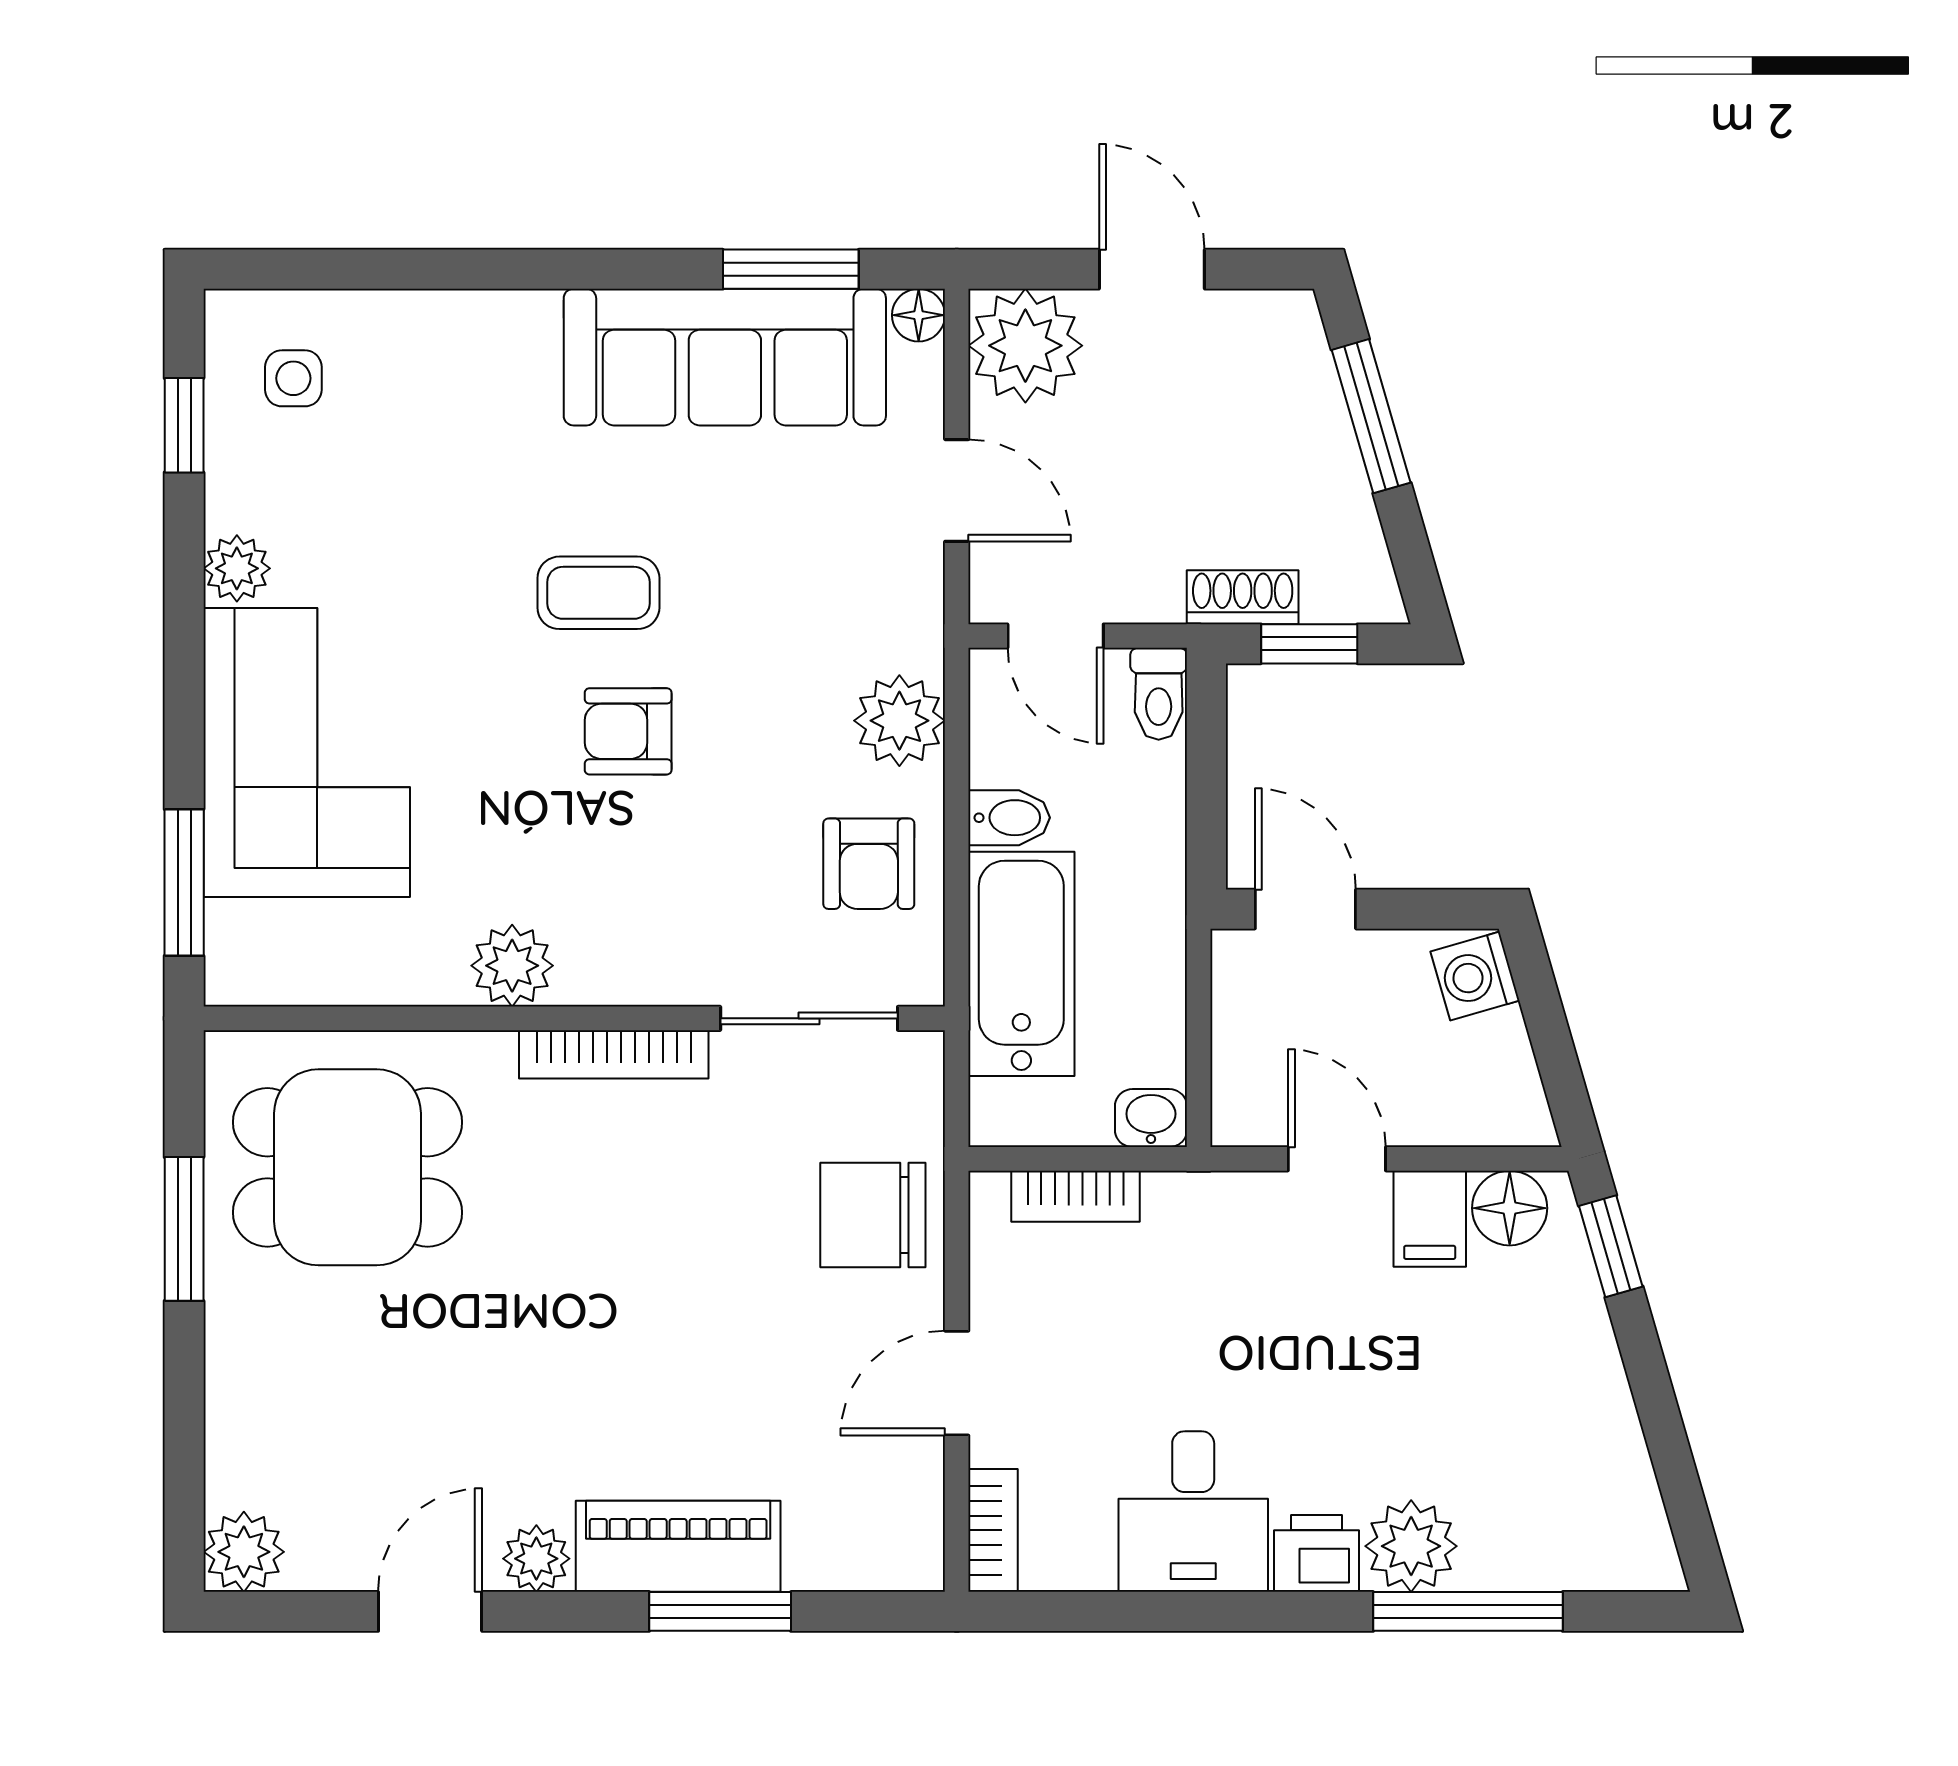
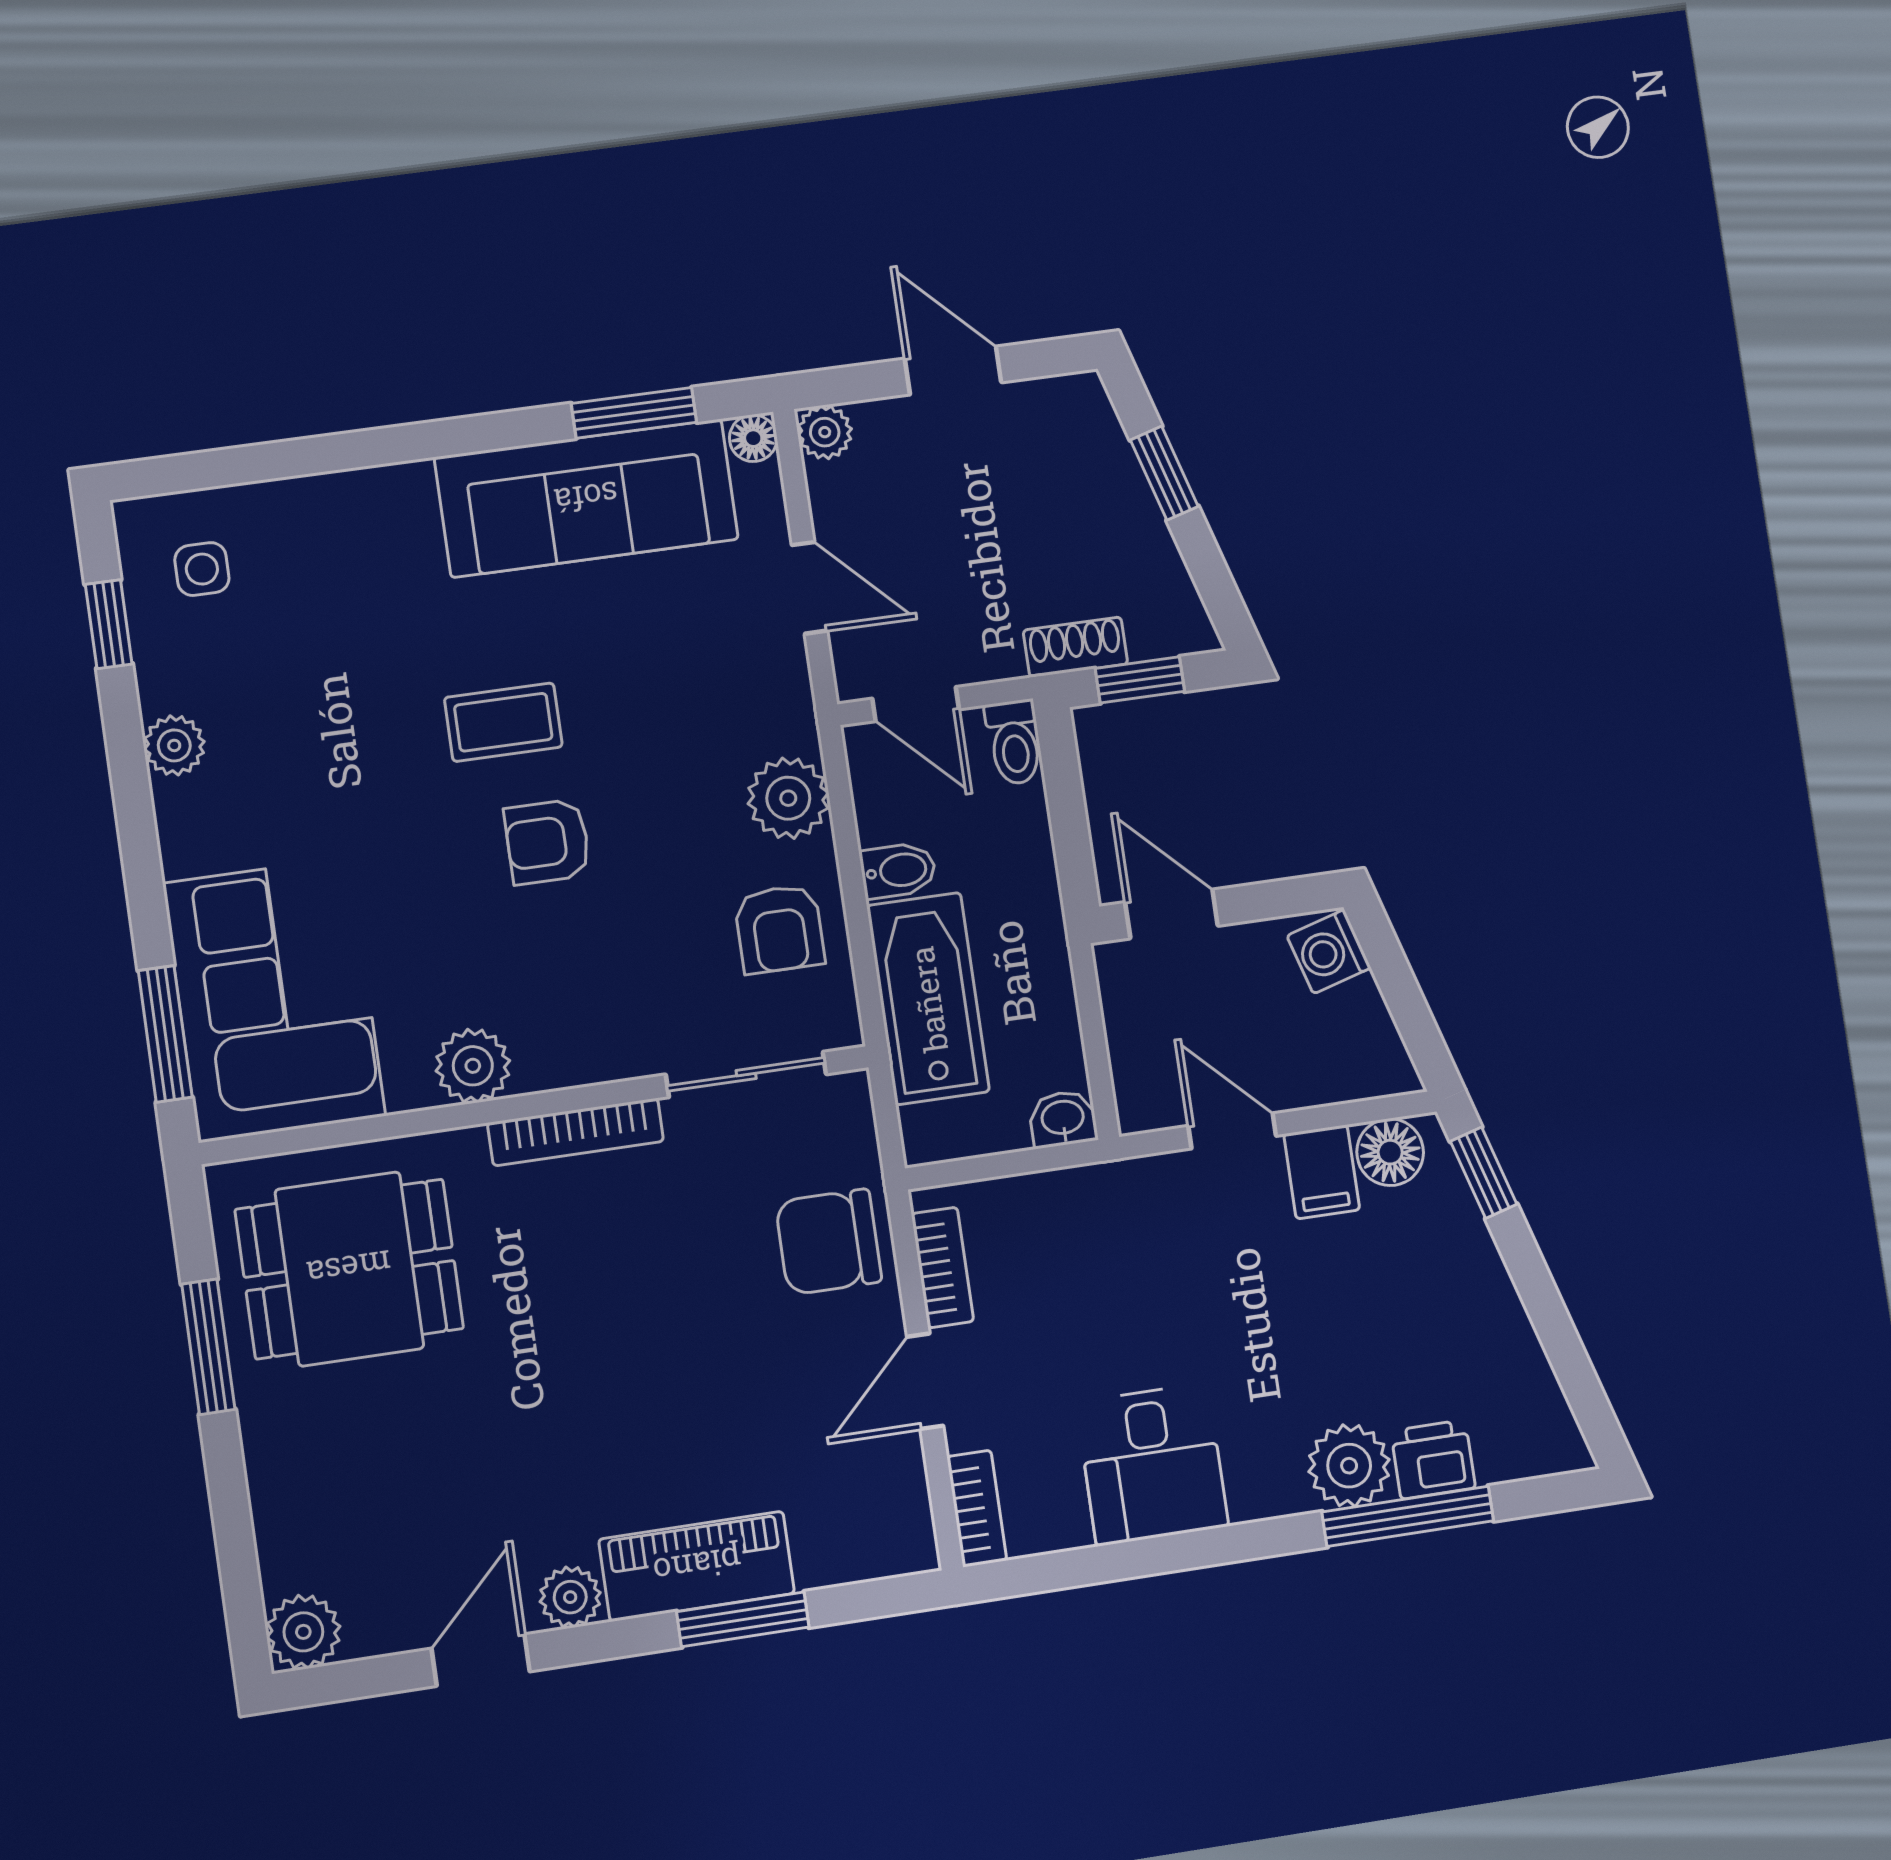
plant: (1025, 346) -> (825, 432), width x0.53, depth x0.53
window: (1371, 416) -> (1164, 473), width x0.67
corner sofa: (307, 752) -> (274, 1000), moved
bookcase: (1076, 1196) -> (942, 1267), moved, turned -90
printer: (1317, 1553) -> (1433, 1459), moved

